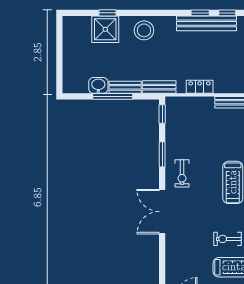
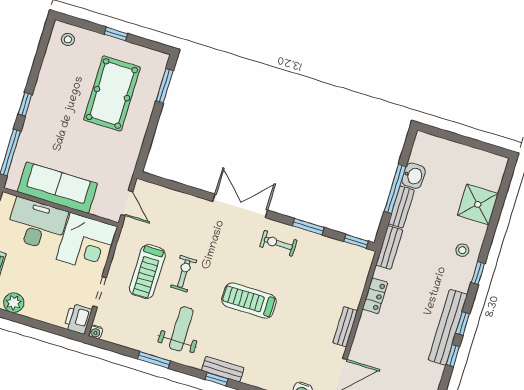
window: (108, 13) -> (478, 273), moved
stool: (144, 30) -> (462, 250), width x0.53, depth x0.53

